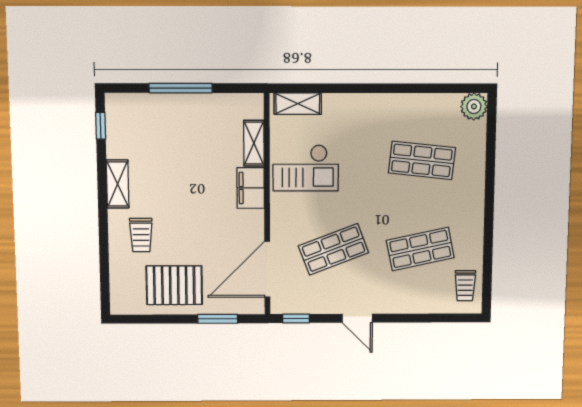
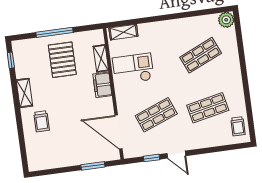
shop shelf: (422, 160) -> (201, 55), turned -30
checkout: (306, 168) -> (133, 69), turned 180
door: (267, 269) -> (119, 132), hinge flipped
pallet: (174, 285) -> (62, 60), moved, turned 90
window: (296, 319) -> (151, 158), moved

